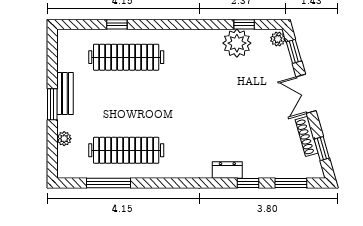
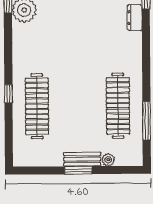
window: (117, 24) -> (8, 94), moved
bench: (65, 93) -> (82, 159), moved

